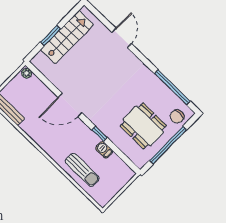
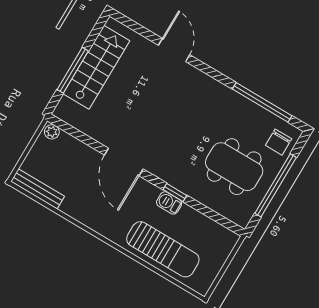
window: (51, 35) -> (73, 70), width x1.44
door: (70, 105) -> (124, 162), hinge flipped
barbecue: (104, 150) -> (169, 203), moved
sun lounger: (82, 170) -> (163, 249), width x1.36, depth x1.34

